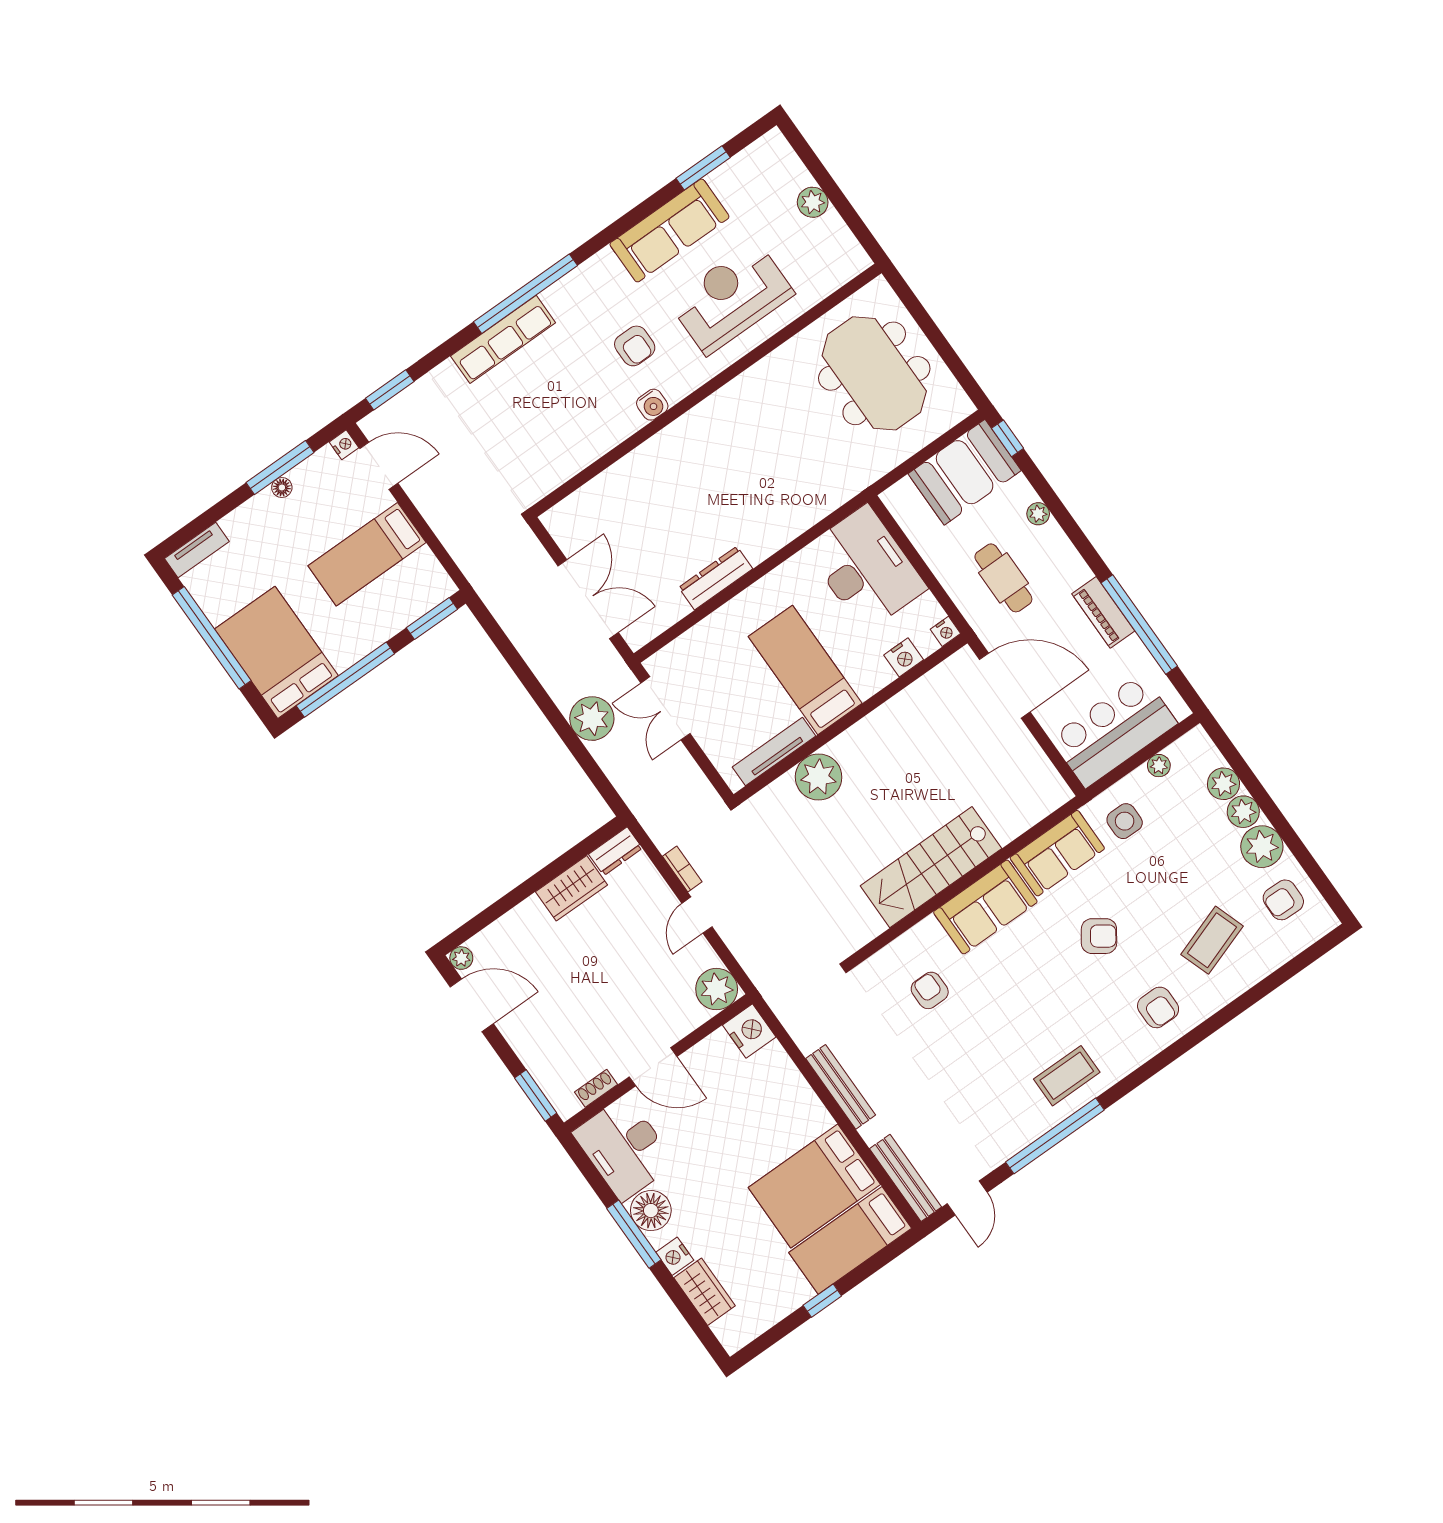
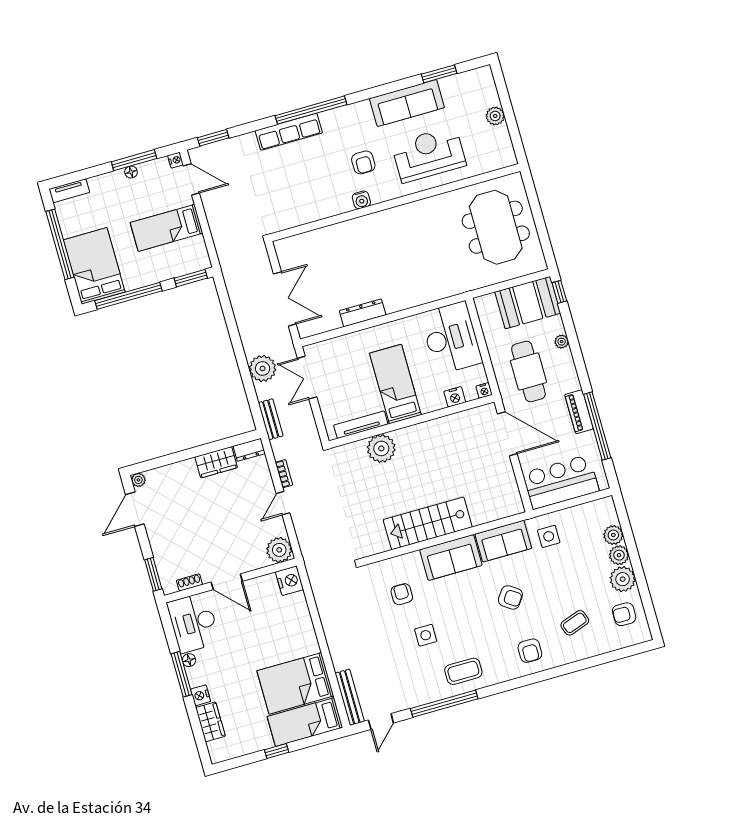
cafe table: (1003, 578) -> (528, 371), width x1.37, depth x1.35
plant: (1159, 766) -> (580, 511), removed
coffee table: (1212, 940) -> (575, 623), width x0.73, depth x0.77
door: (472, 1005) -> (135, 509), swing flipped
side table: (989, 1041) -> (426, 635), added
bench: (841, 1087) -> (271, 419), moved, width x0.73
floor lamp: (651, 1211) -> (189, 660), width x0.53, depth x0.53

